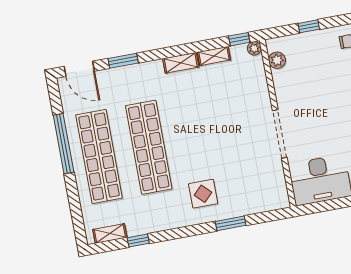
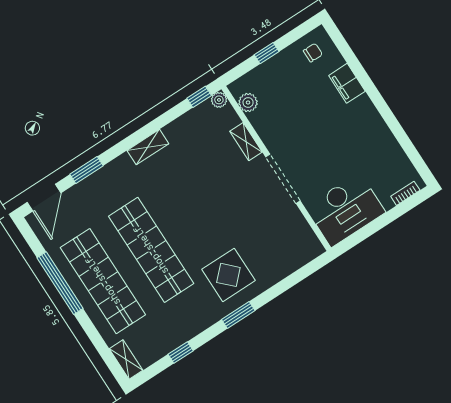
shelving: (214, 56) -> (246, 142), moved, turned 90
door: (79, 69) -> (44, 198), hinge flipped
display table: (203, 194) -> (228, 275), width x1.36, depth x1.36
window: (231, 223) -> (238, 315), moved
shelving: (110, 233) -> (126, 359), moved, turned 90

